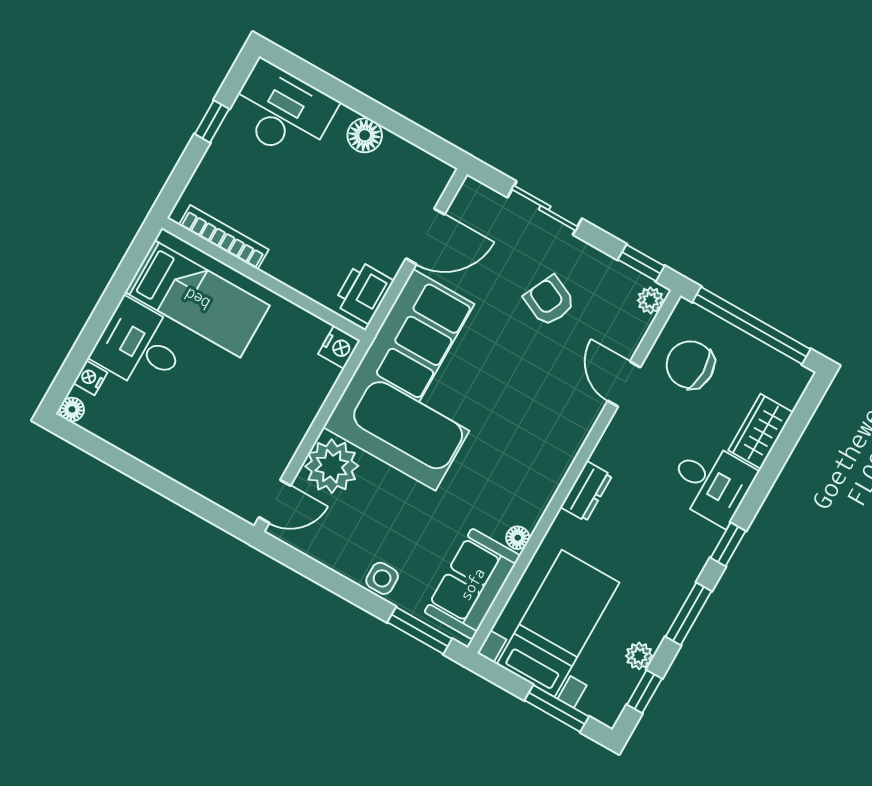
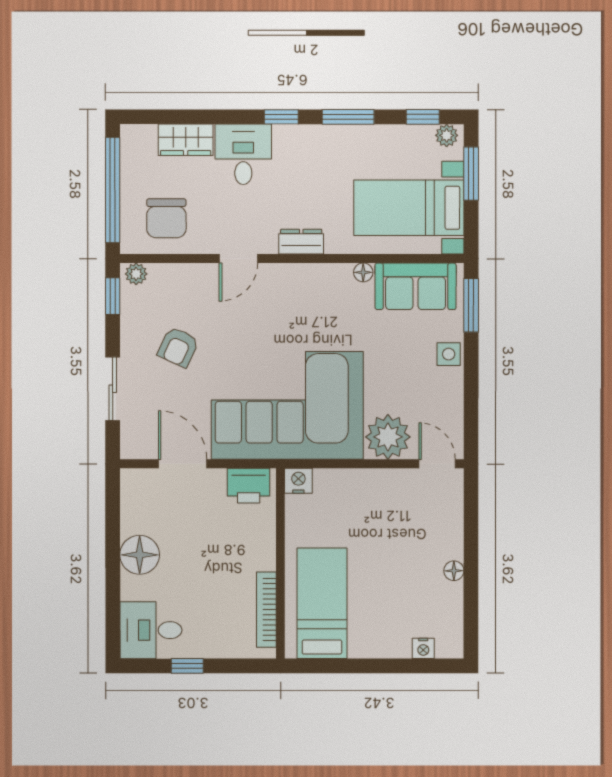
desk: (282, 111) -> (151, 630), width x0.73
floor lamp: (365, 135) -> (140, 555), width x1.38, depth x1.38
desk: (140, 346) -> (380, 626), removed
door: (624, 384) -> (238, 259), moved
floor lamp: (72, 409) -> (454, 571), moved
plant: (639, 656) -> (447, 135), moved

